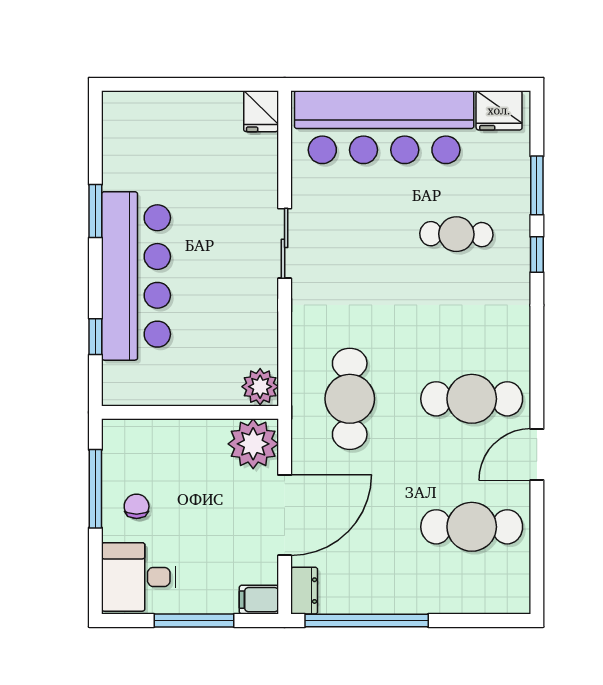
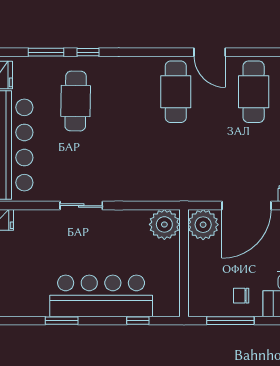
cafe table: (456, 234) -> (76, 101), width x1.37, depth x1.35
plant: (260, 387) -> (164, 224), width x1.36, depth x1.36
cafe table: (350, 399) -> (176, 166), removed
door: (285, 515) -> (246, 206), swing flipped

